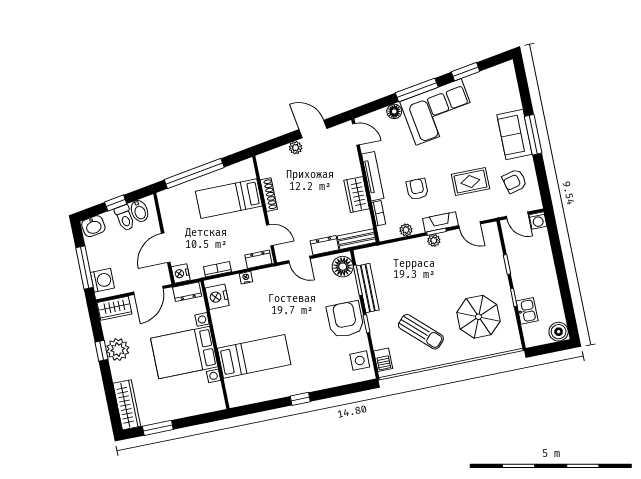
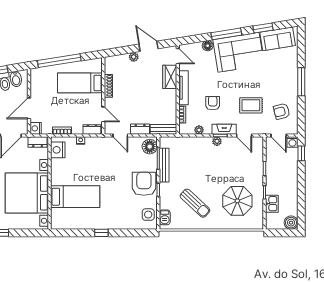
sofa: (515, 134) -> (278, 39), moved, turned -99
wardrobe: (357, 194) -> (170, 77), moved
window: (553, 233) -> (301, 153), added
bed with nightstands: (184, 352) -> (27, 193), width x1.36

